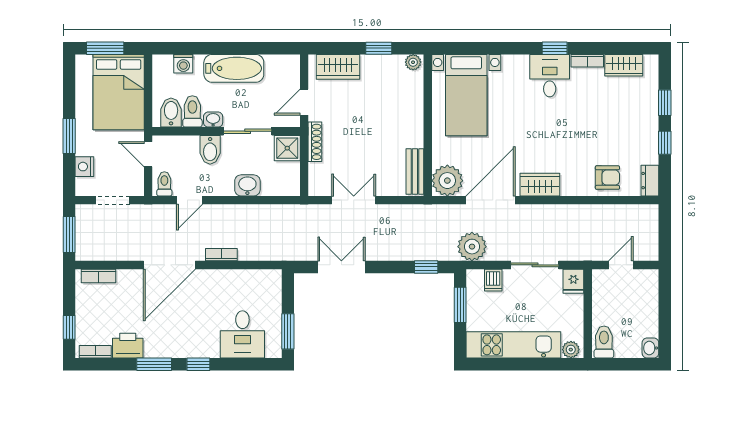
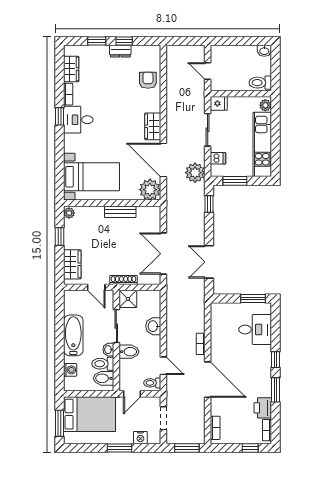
bench: (415, 172) -> (120, 212), moved
dresser: (650, 181) -> (120, 51), moved
double door: (354, 200) -> (163, 254), width x1.37

